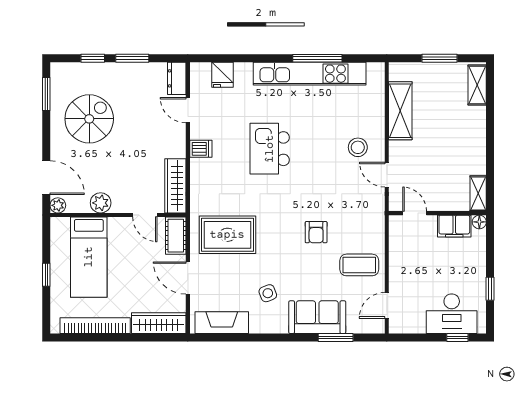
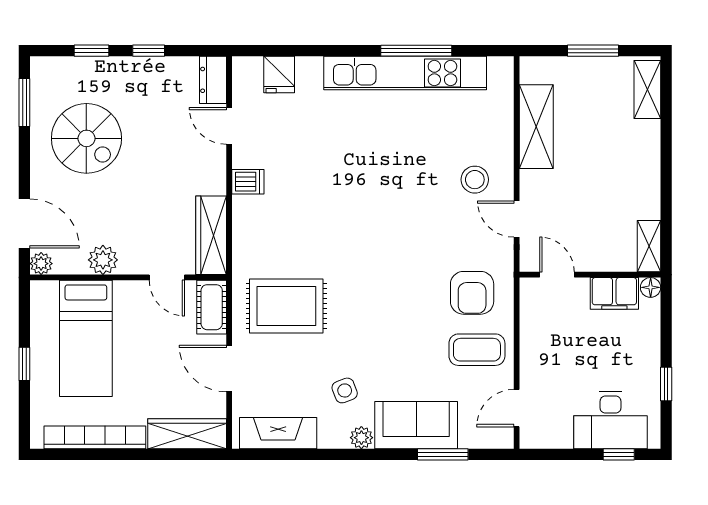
window: (132, 58) -> (149, 51), width x0.67
spiral stairs: (89, 119) -> (86, 138), turned 90
kitchen island: (270, 149) -> (347, 182), removed
armchair: (316, 232) -> (472, 293), moved, width x1.38, depth x1.38
plant: (279, 326) -> (361, 438), added

